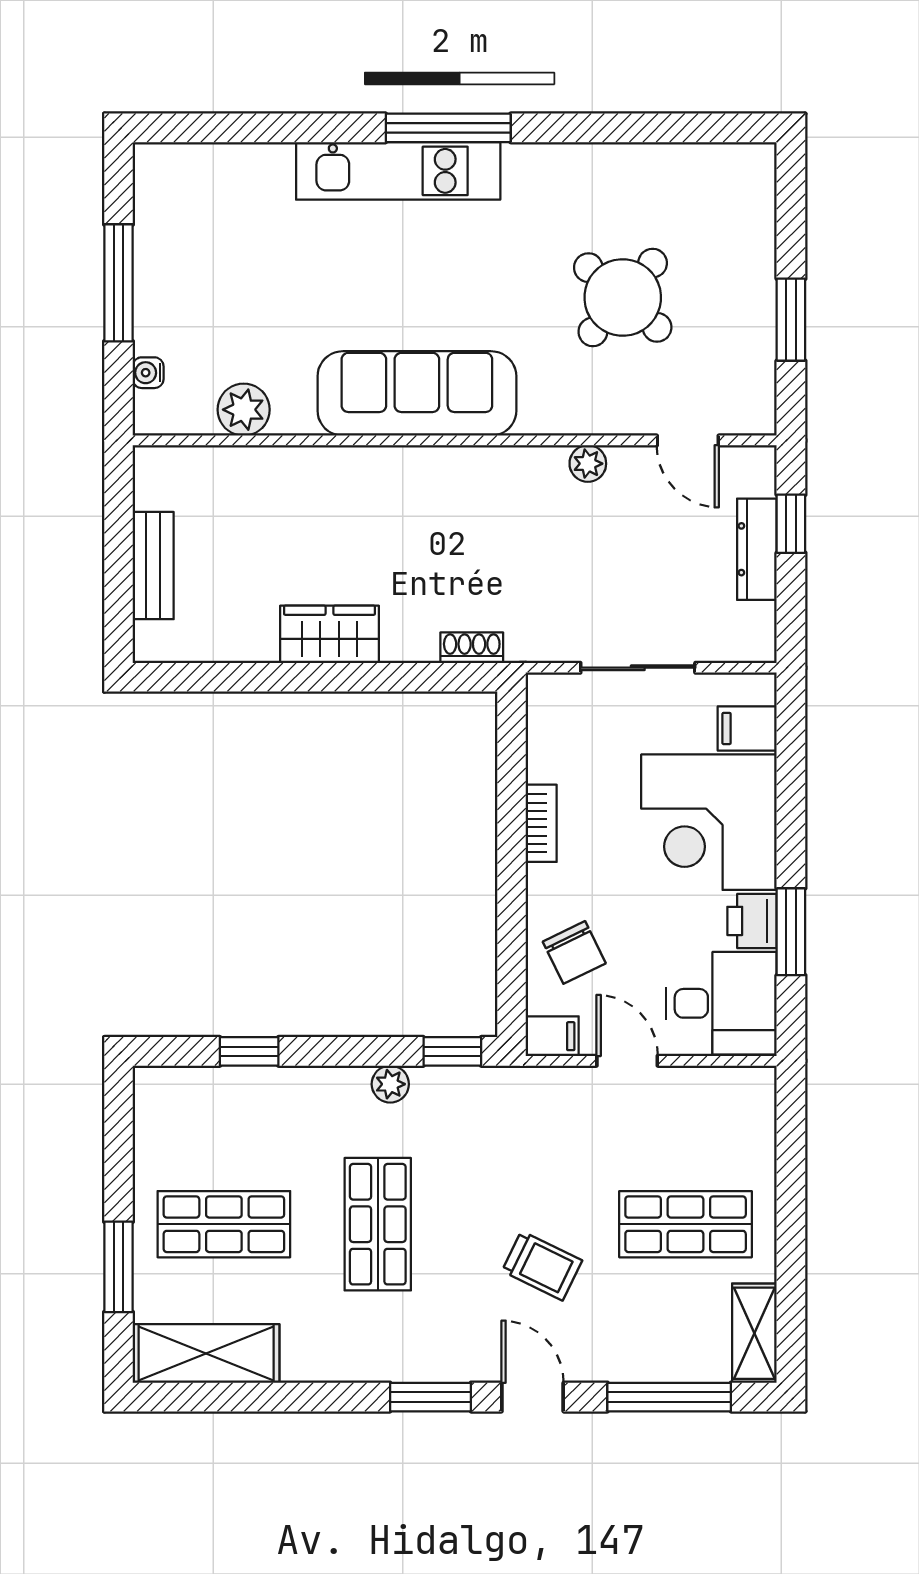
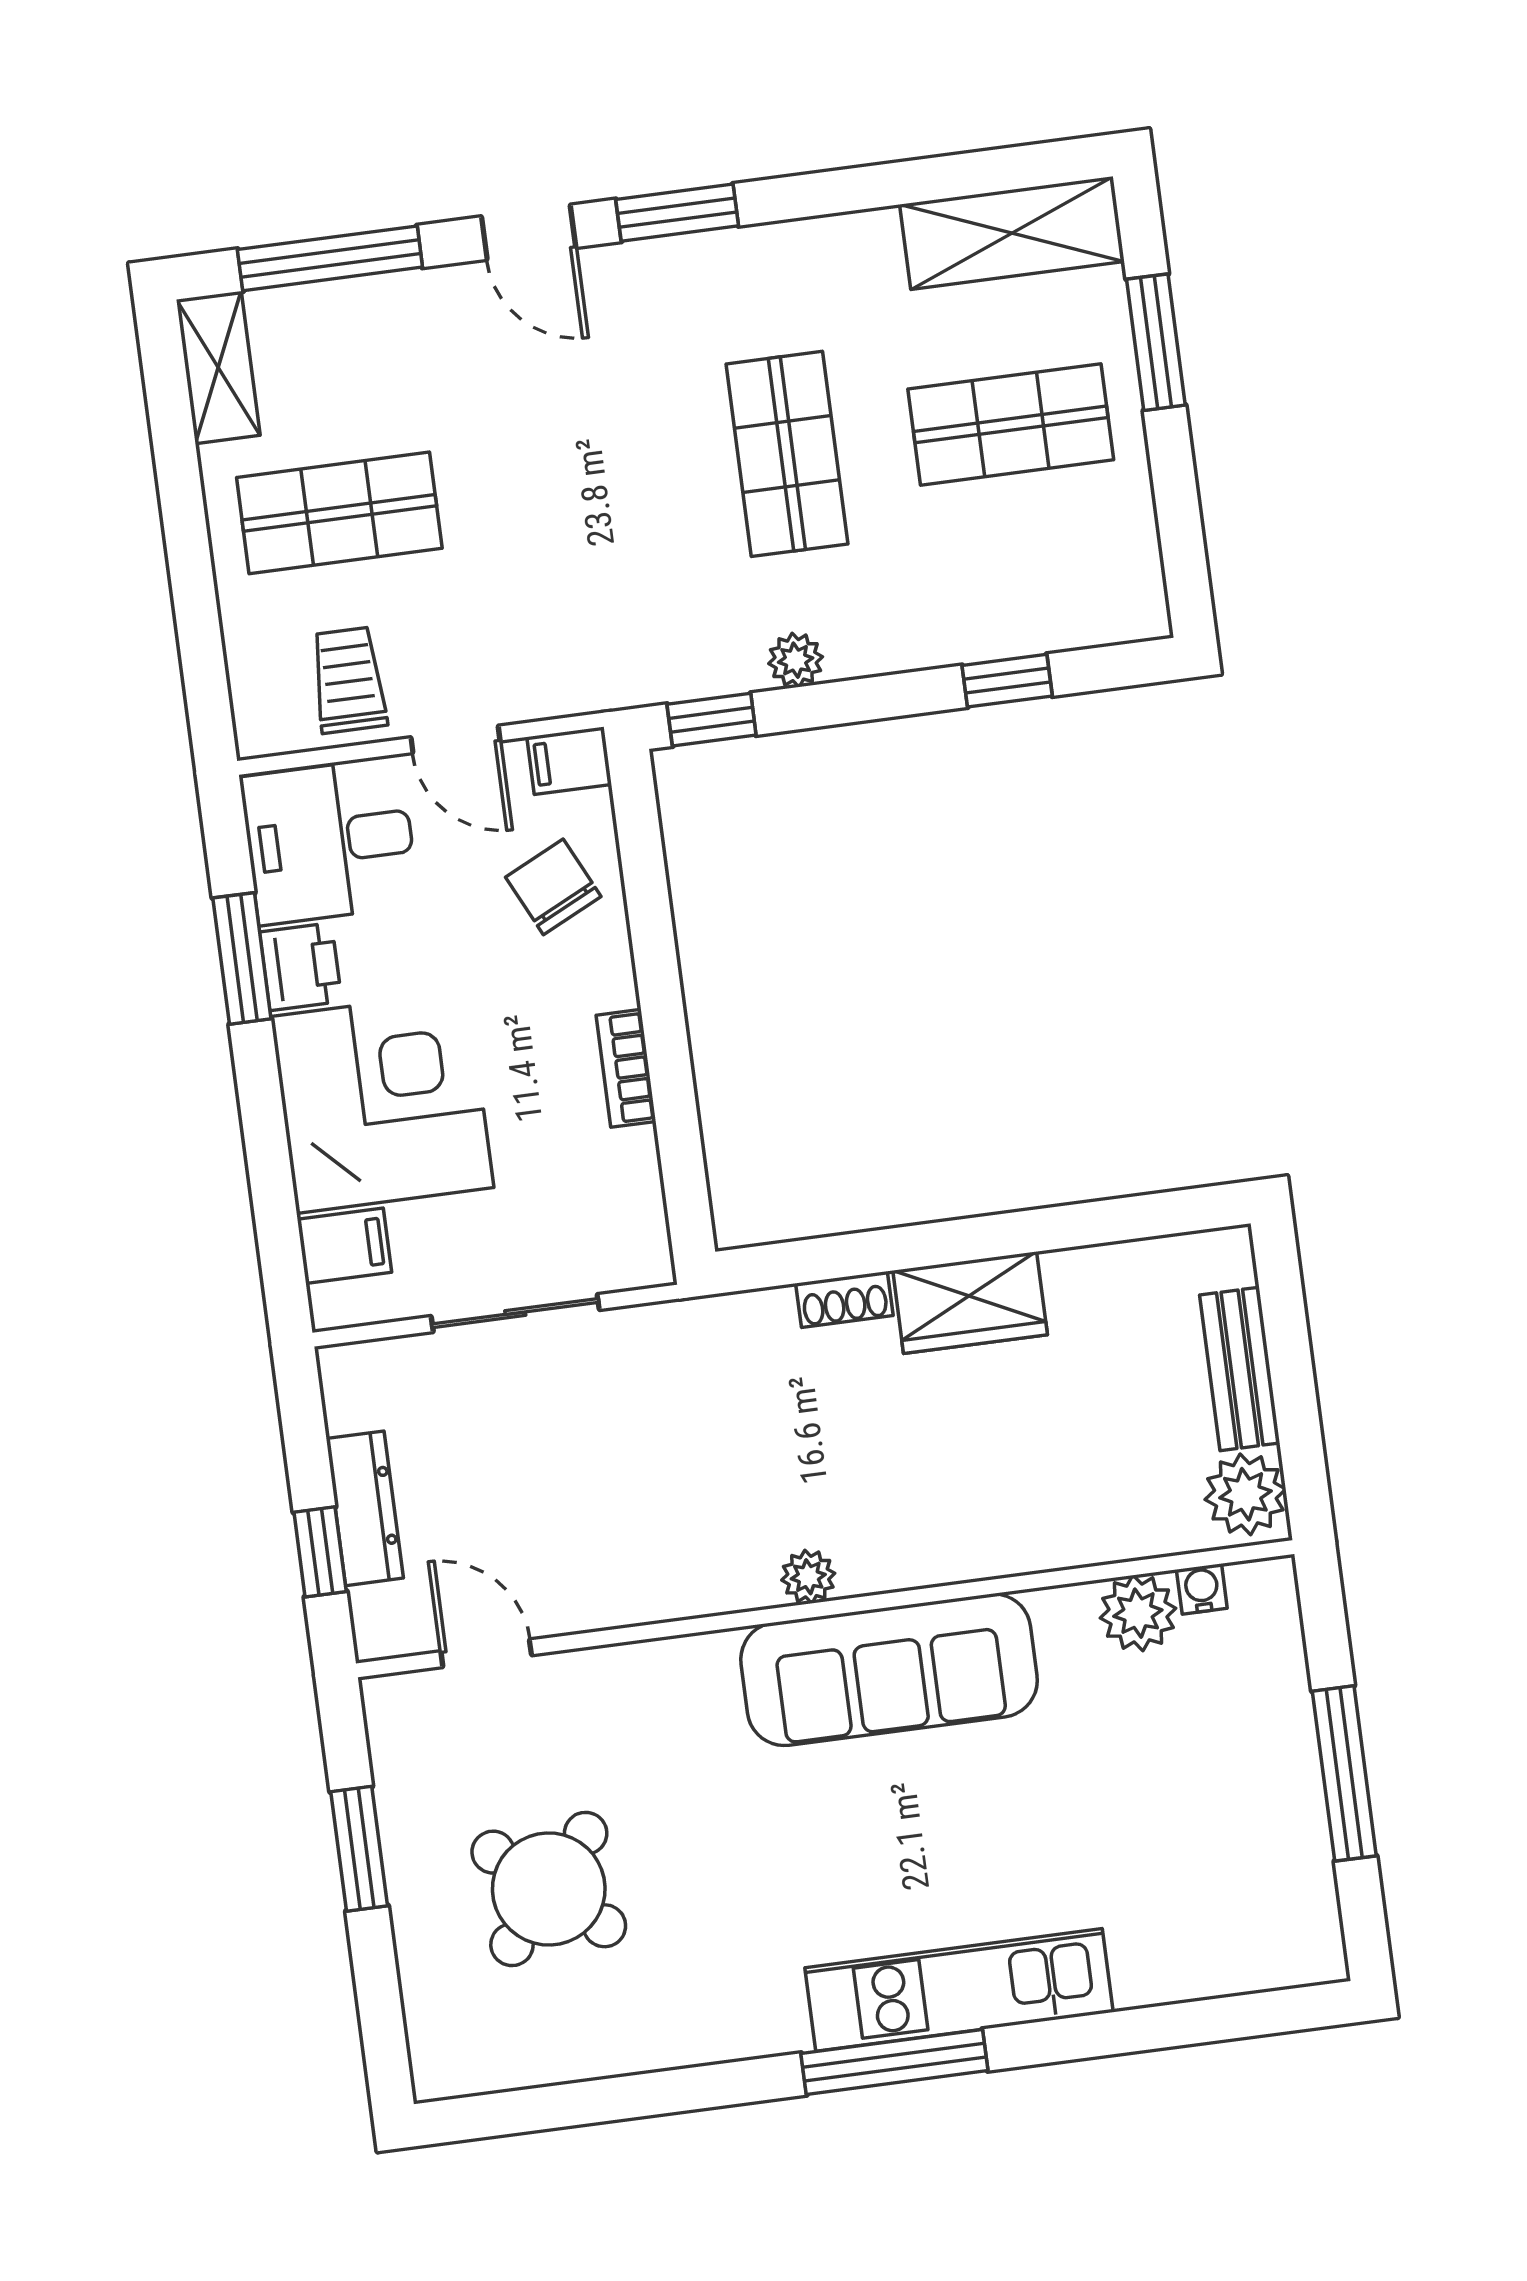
round table: (623, 297) -> (549, 1889), moved
water cooler: (148, 373) -> (1202, 1589), moved, turned -90
plant: (588, 464) -> (808, 1577), moved
plant: (160, 480) -> (1245, 1494), added
shoe rack: (472, 648) -> (844, 1299), moved
trolley: (542, 1266) -> (349, 680), moved, turned 64

